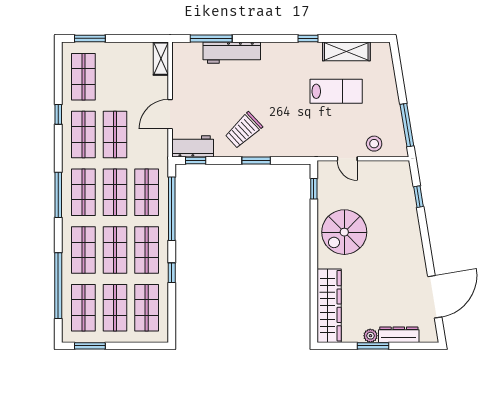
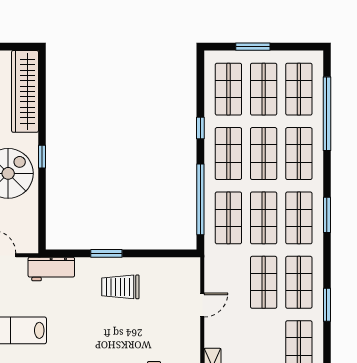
window: (58, 114) -> (327, 305), width x1.50
door: (170, 114) -> (202, 305), width x0.73
trolley: (244, 130) -> (120, 287), turned -137
workbench: (193, 146) -> (51, 269), moved
window: (196, 160) -> (174, 253), removed
window: (314, 189) -> (42, 157), moved
window: (58, 195) -> (327, 215), width x0.69
window: (90, 346) -> (253, 47), moved

